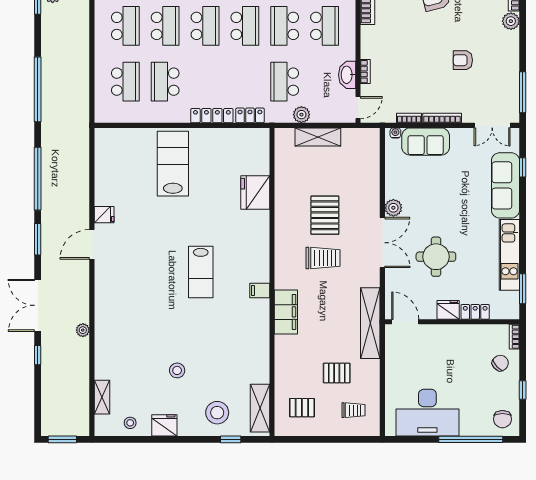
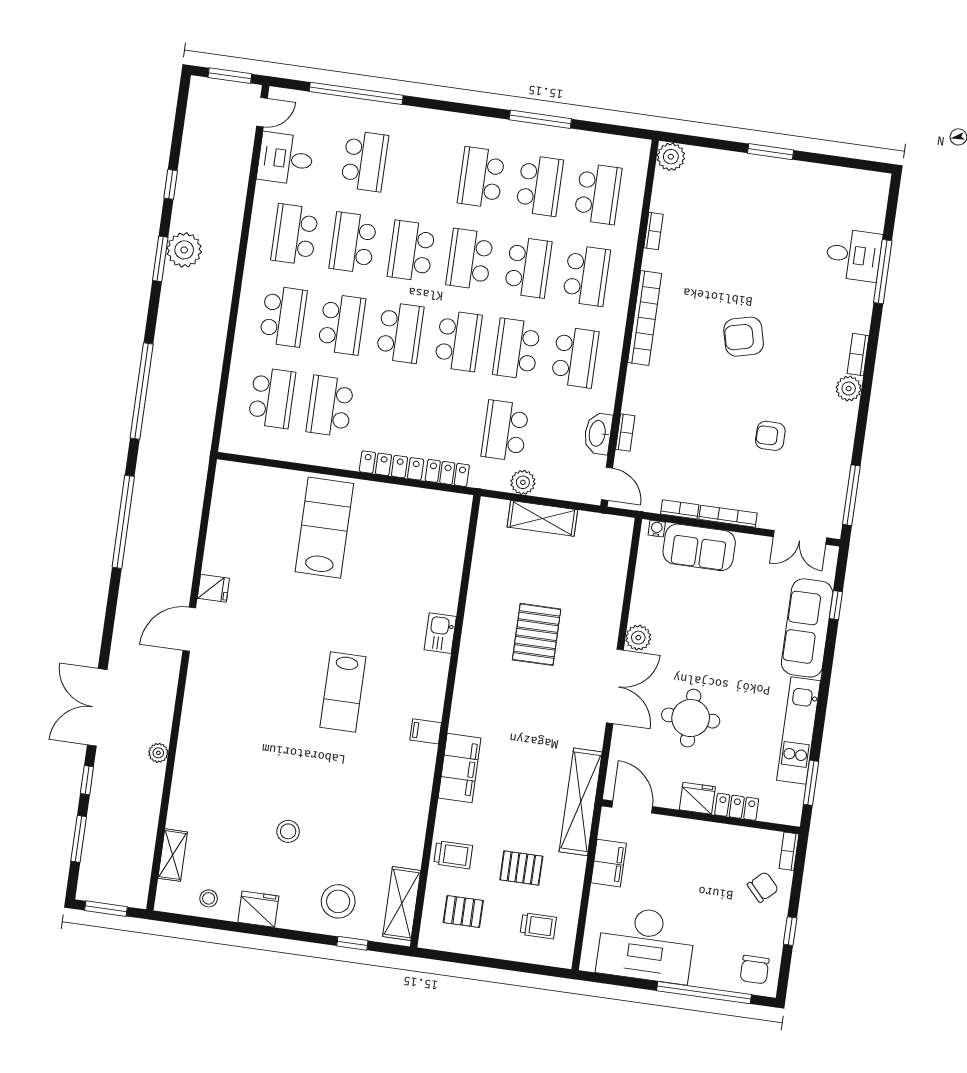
door: (358, 108) -> (607, 484), hinge flipped
fridge: (255, 192) -> (439, 587), removed
kitchen sink: (260, 223) -> (440, 633), added
window: (38, 239) -> (79, 839), moved
trolley: (323, 258) -> (453, 855), moved, width x0.73, depth x0.72
filing cabinet: (395, 362) -> (609, 863), added

